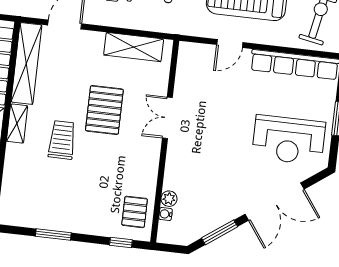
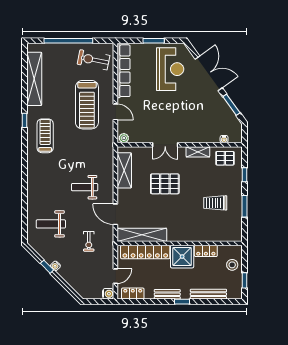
shelving: (17, 124) -> (198, 152), moved
trolley: (62, 140) -> (215, 203), moved
plant: (169, 199) -> (124, 138), moved
window: (121, 242) -> (245, 175), moved

